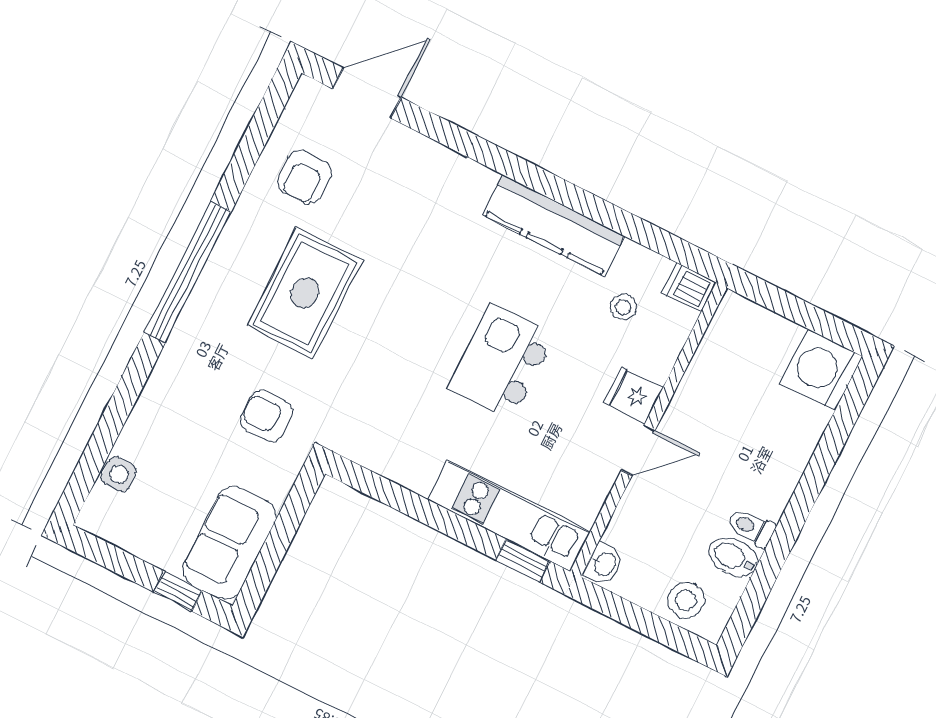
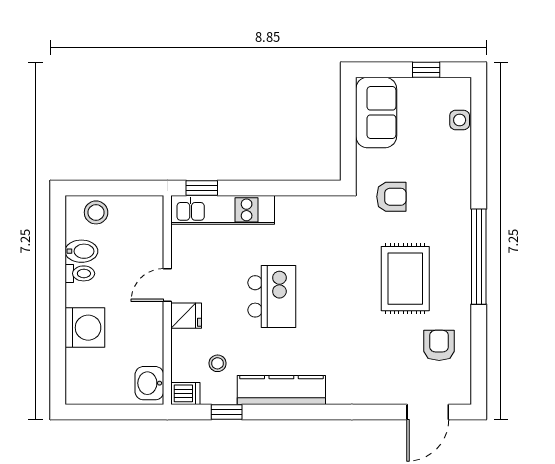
window: (645, 233) -> (227, 412), added
washing machine: (822, 370) -> (85, 328), moved
washbasin: (604, 564) -> (149, 383), moved, width x1.38, depth x1.45
window: (178, 591) -> (426, 70), moved

